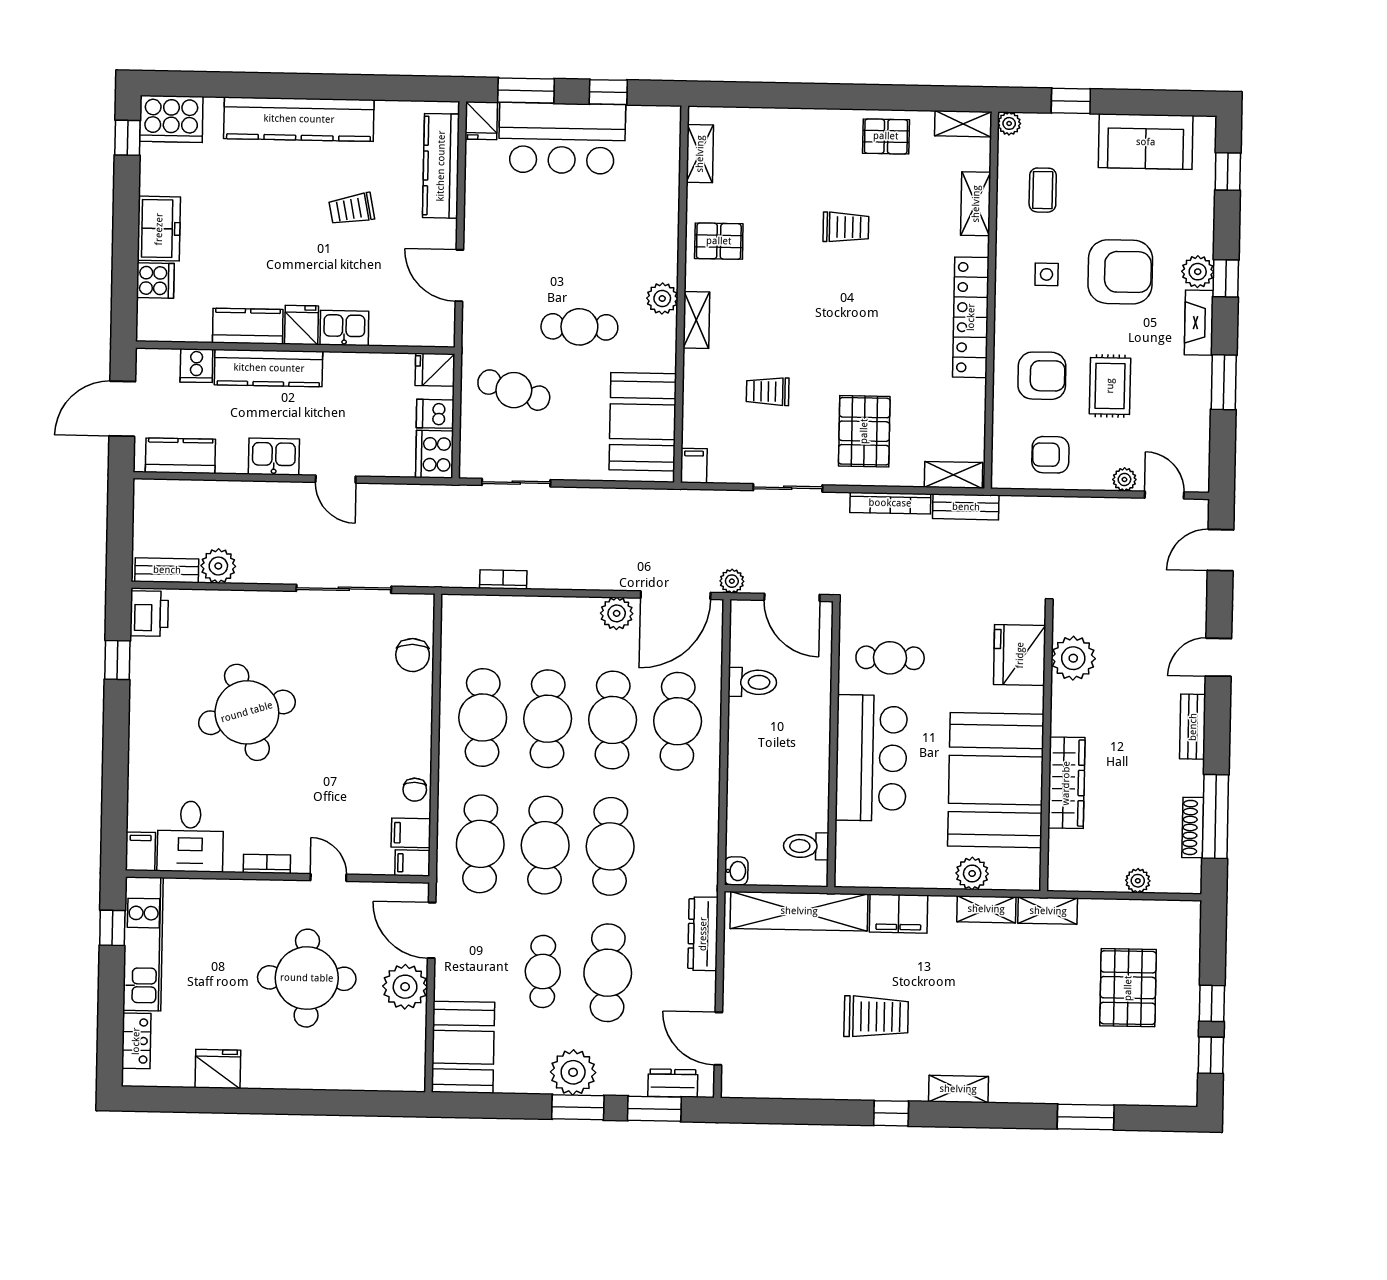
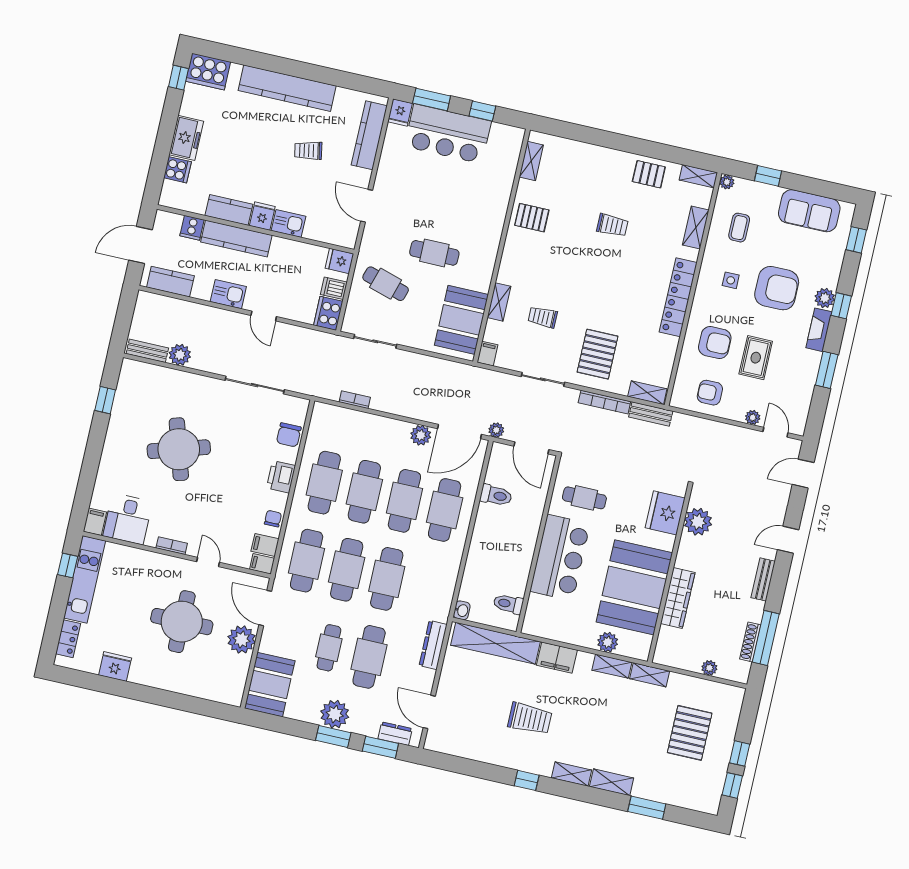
plant: (662, 299) -> (489, 246), removed
shelving: (696, 320) -> (499, 302), moved
printer: (149, 614) -> (281, 477), moved, turned 180
chair: (415, 790) -> (273, 519), turned 180
shelving: (1023, 1089) -> (612, 782), added

